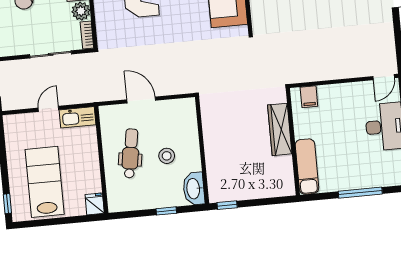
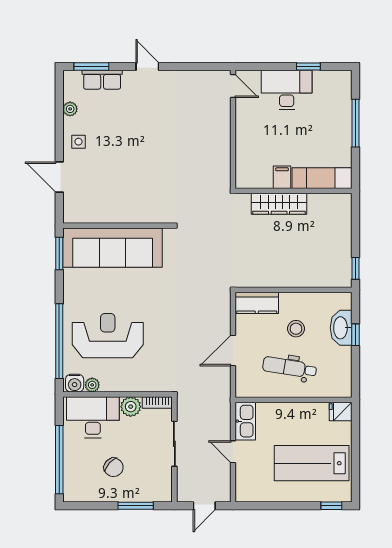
filing cabinet: (309, 97) -> (282, 177), moved, turned -90
kitchen counter: (187, 118) -> (257, 303), added
washbasin: (194, 189) -> (341, 328), moved, turned 90

